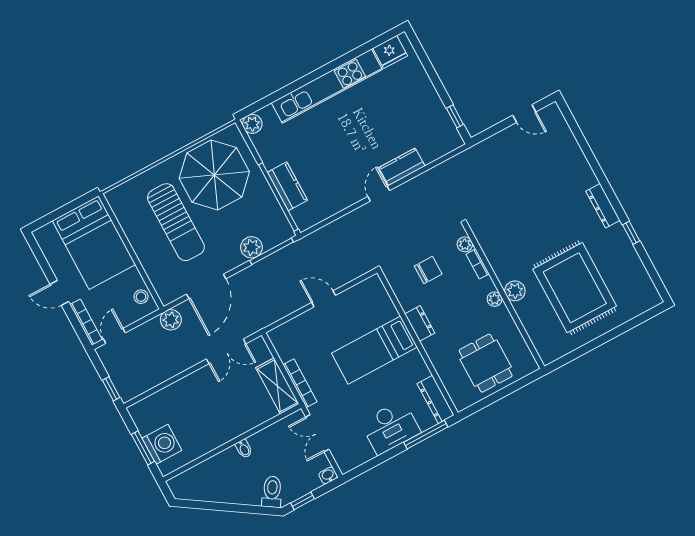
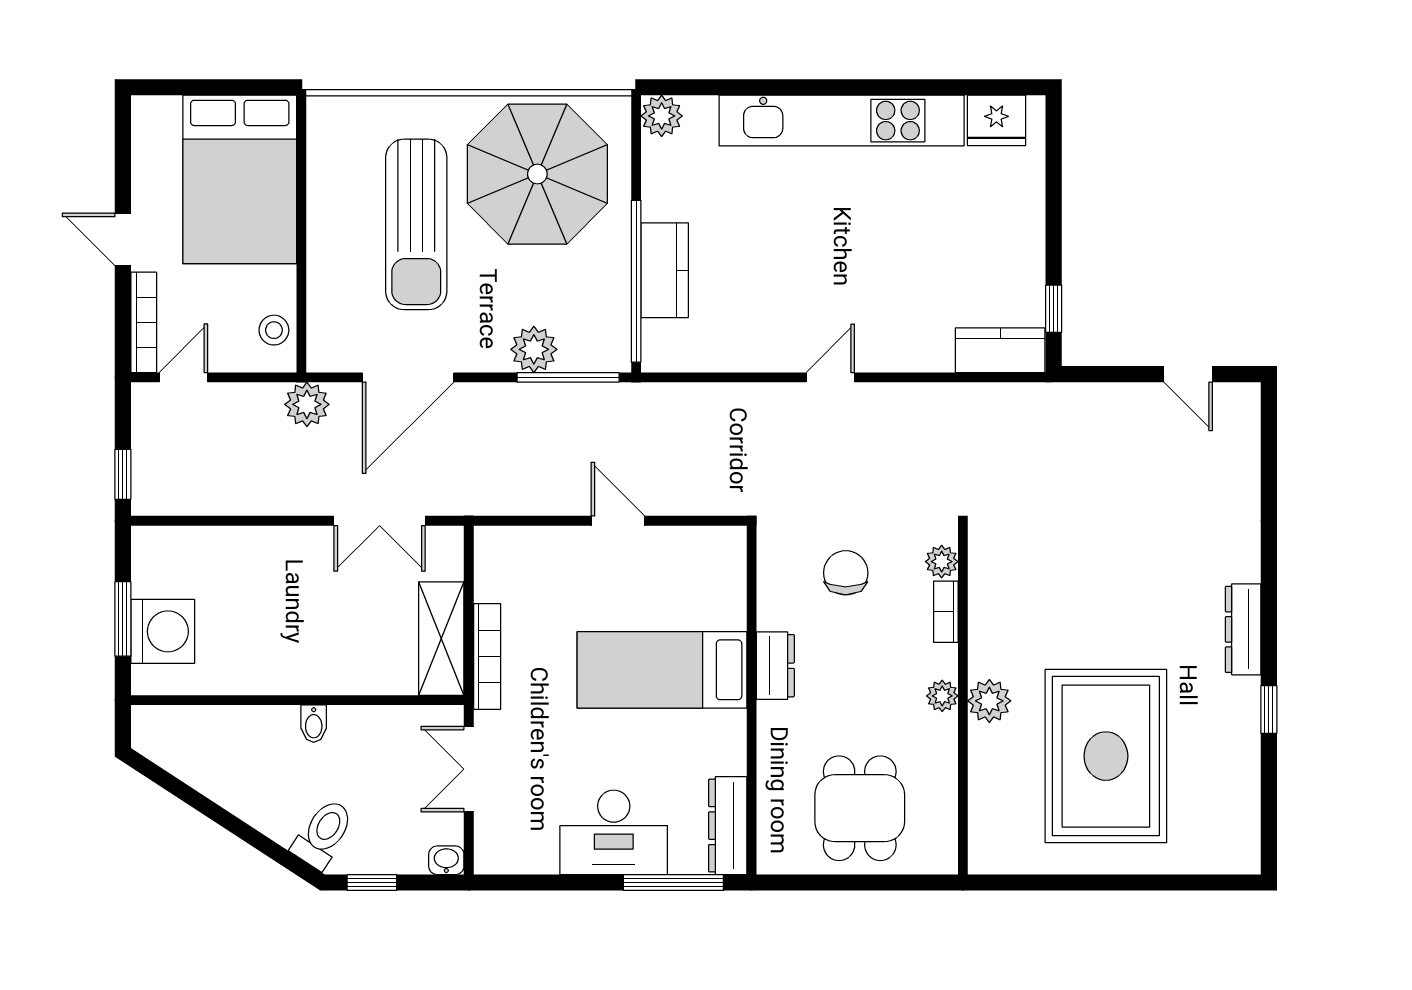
kitchen counter: (402, 167) -> (1000, 350), moved
chair: (428, 270) -> (846, 573), turned -90

